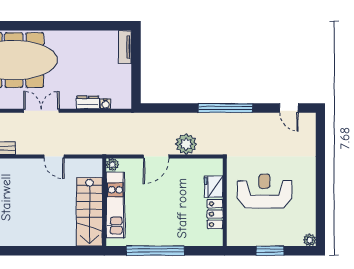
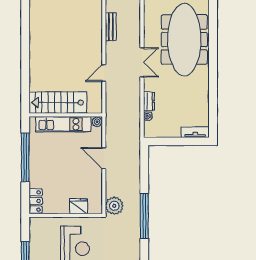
plant: (186, 144) -> (114, 206), moved
locker: (215, 214) -> (36, 201), moved, turned 90

